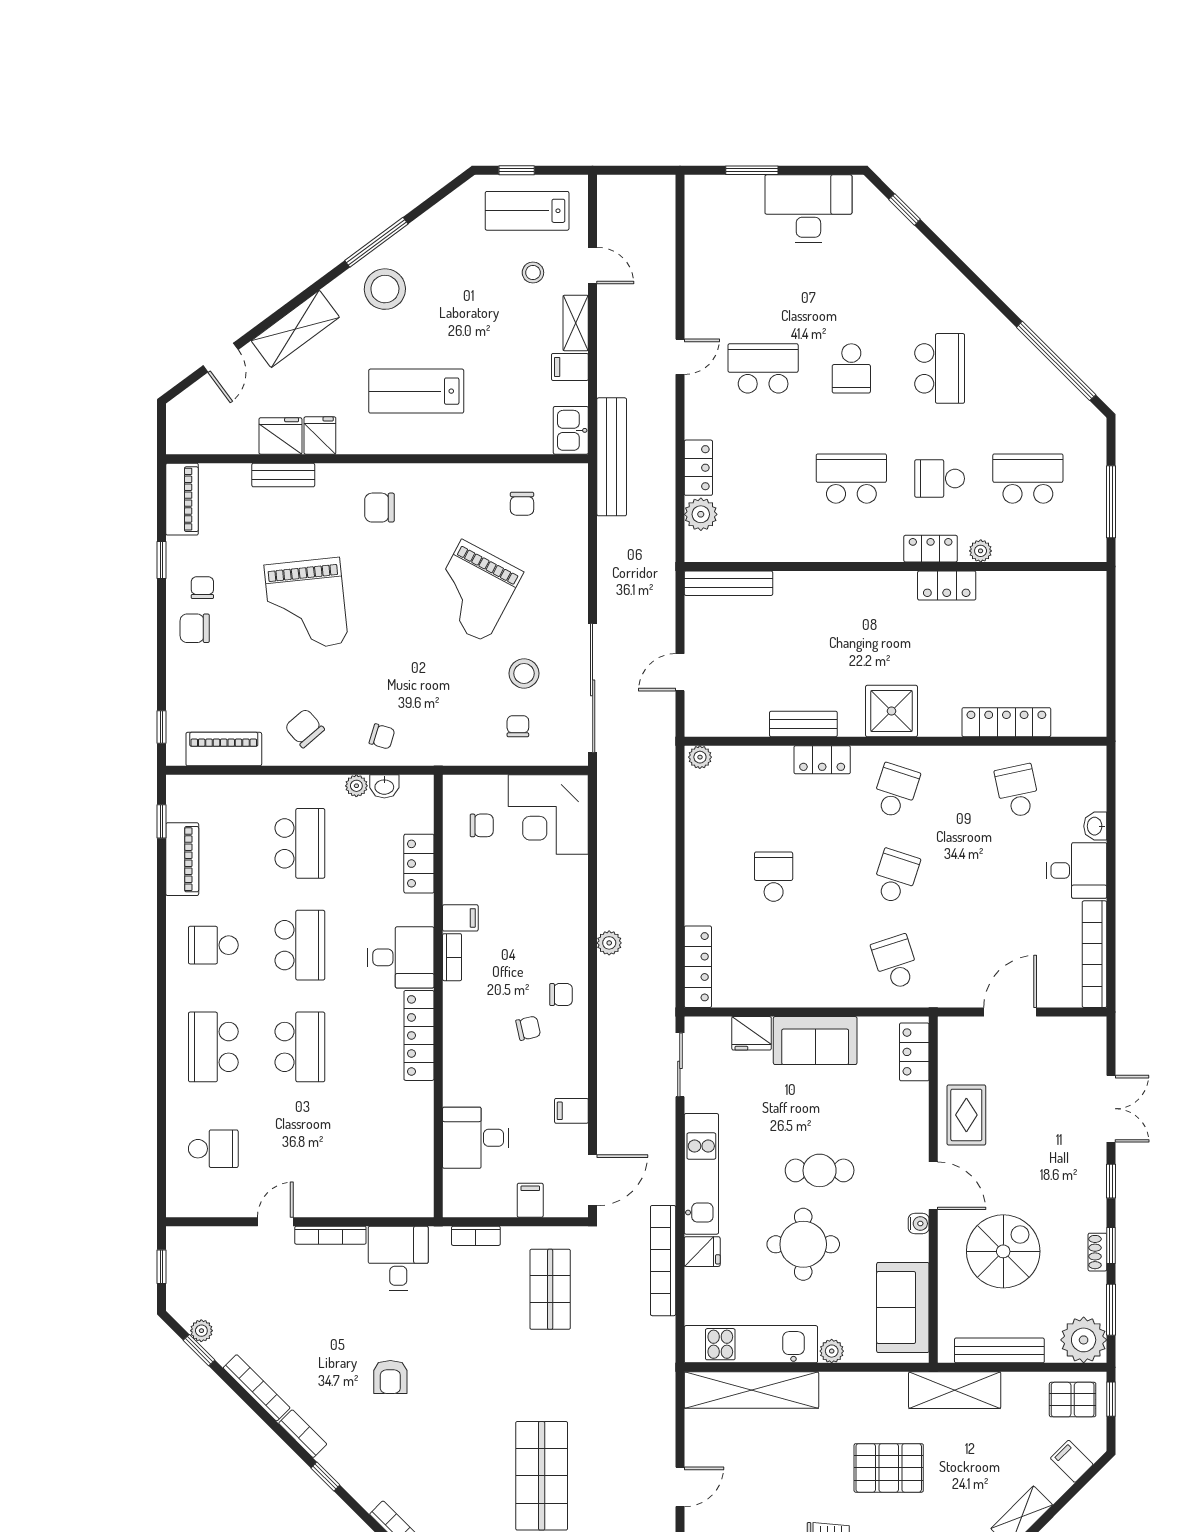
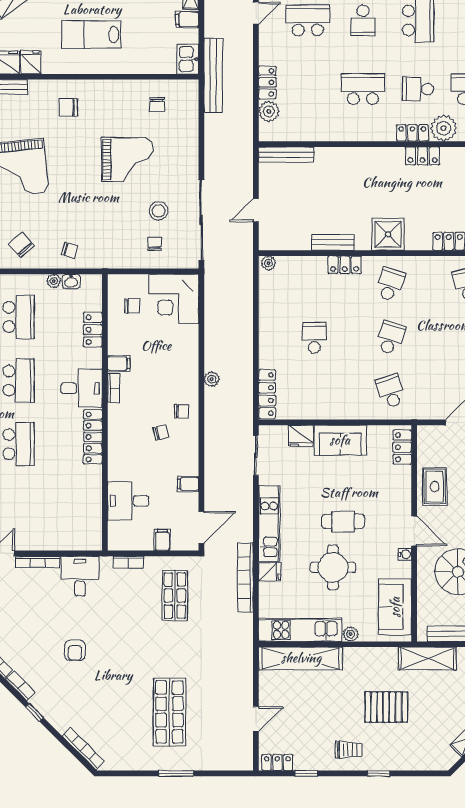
plant: (981, 551) -> (444, 128), width x1.88, depth x1.88
grand piano: (474, 591) -> (127, 160), turned -118

